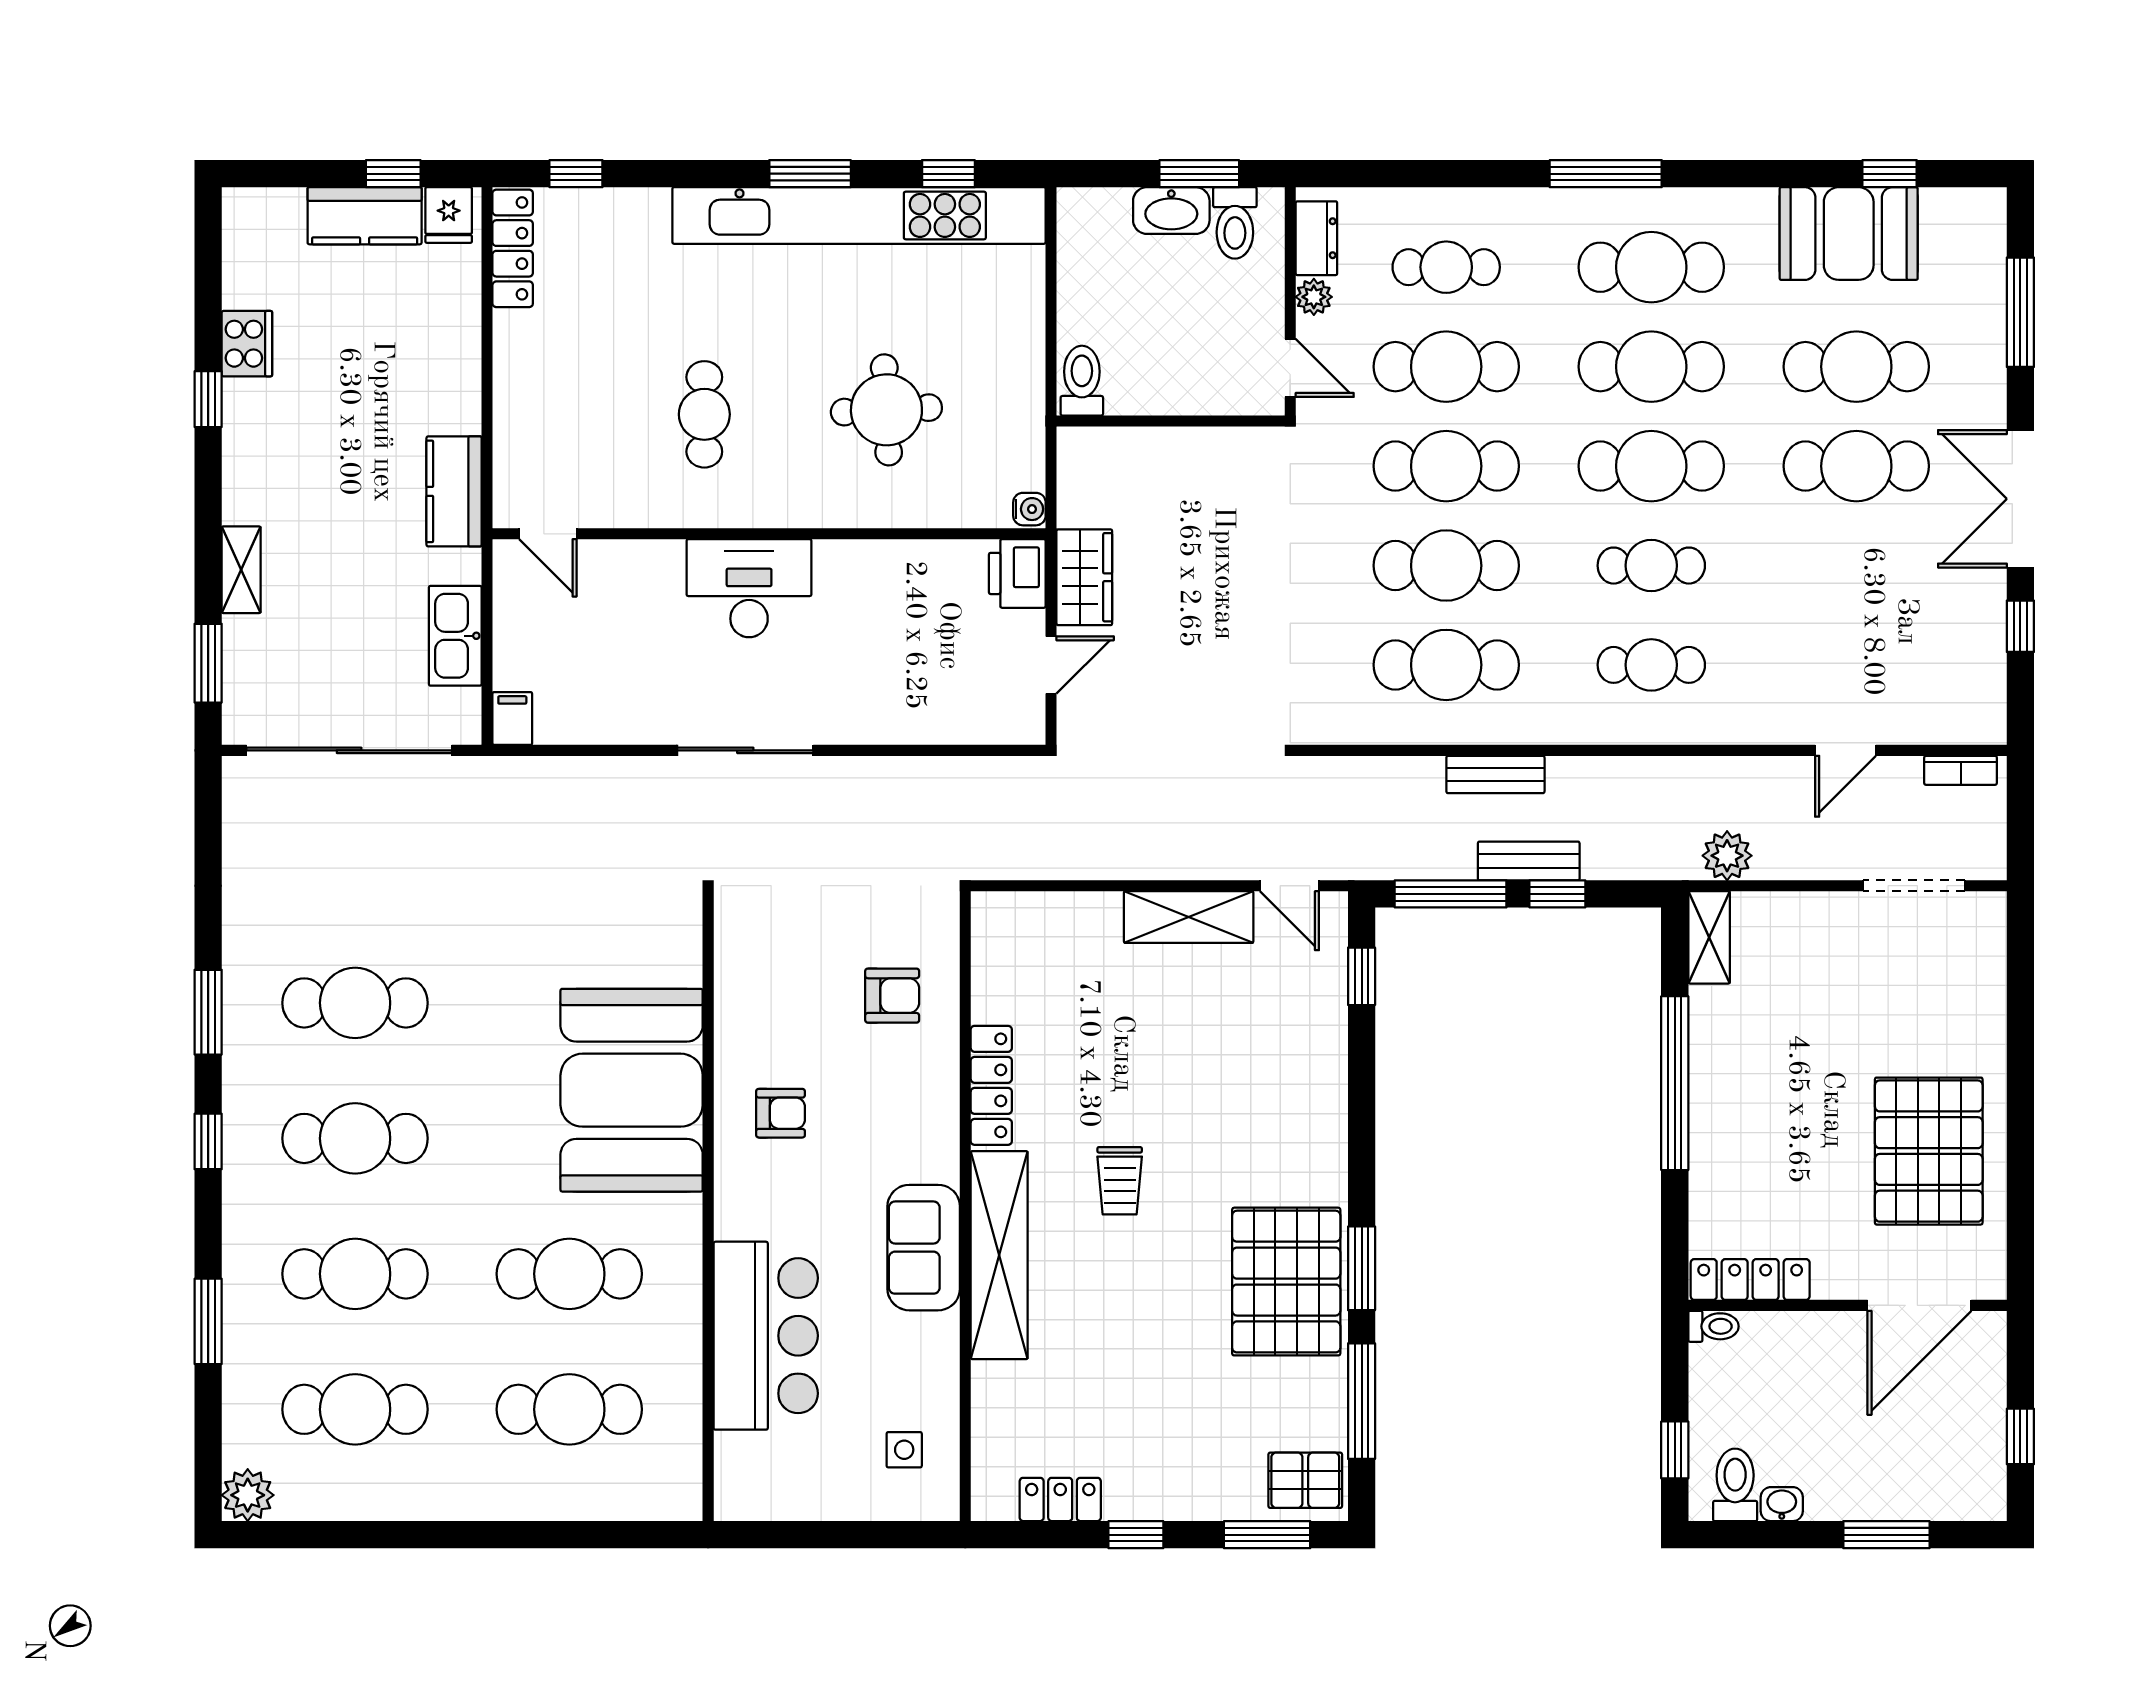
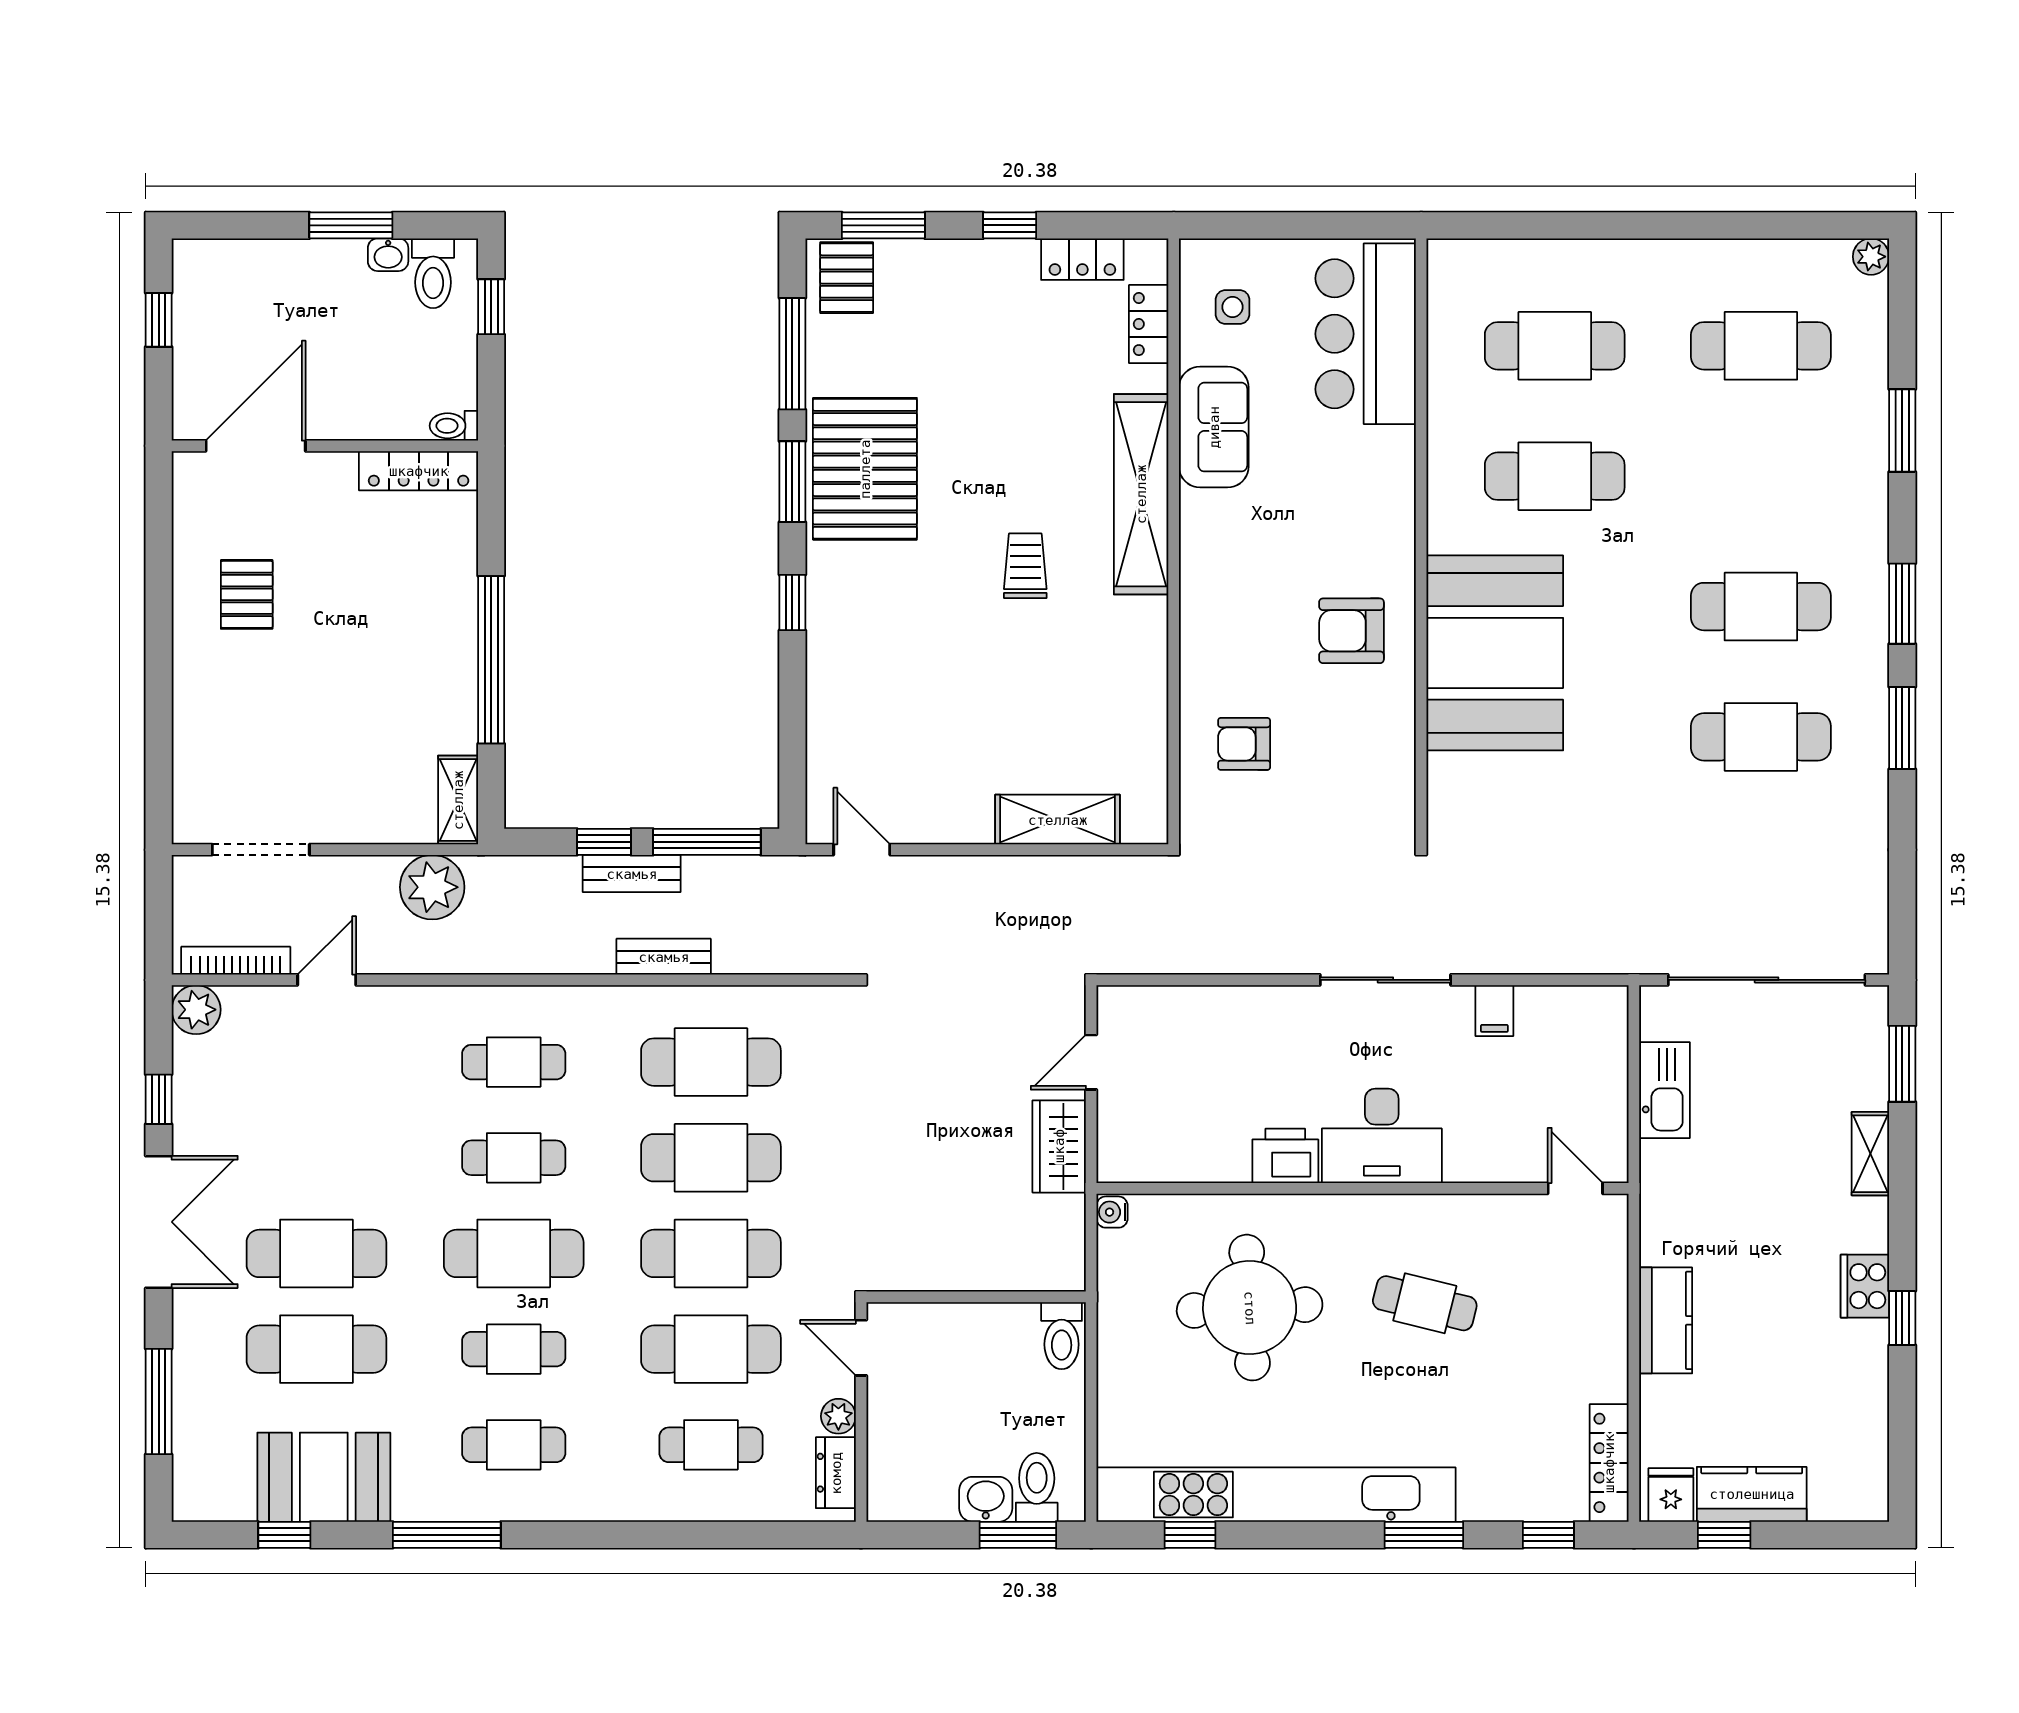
window: (810, 174) -> (1424, 1535), moved
window: (1199, 174) -> (1018, 1535), moved
window: (1606, 174) -> (447, 1535), moved
washbasin: (1171, 211) -> (986, 1499), width x0.72
toilet: (1235, 223) -> (1037, 1487), moved
cafe table: (1651, 267) -> (514, 1445), width x0.73, depth x0.74
cooker: (247, 344) -> (1865, 1286), moved
cafe table: (1651, 367) -> (514, 1349), width x0.73, depth x0.74
round table: (886, 410) -> (1250, 1308), width x1.36, depth x1.36
cafe table: (704, 414) -> (1425, 1303), turned -76
kitchen counter: (454, 491) -> (1666, 1320), moved
printer: (1017, 573) -> (1285, 1156), moved, turned -90
filing cabinet: (512, 718) -> (1494, 1011), moved
plant: (1981, 719) -> (196, 1010), added
bookcase: (1961, 770) -> (236, 961), width x1.56
plant: (1727, 856) -> (432, 887), width x1.36, depth x1.36
shelving: (1189, 917) -> (1058, 820), moved
window: (1362, 976) -> (792, 602), moved
locker: (991, 1085) -> (1149, 324), moved, width x0.66
armchair: (781, 1113) -> (1351, 631), width x1.38, depth x1.38
window: (208, 1141) -> (1902, 604), width x1.50
pallet: (1929, 1151) -> (247, 594), width x0.49, depth x0.50
sofa: (924, 1248) -> (1214, 427), moved
cafe table: (355, 1274) -> (1761, 476), removed
bar counter: (766, 1336) -> (1366, 334), moved
pallet: (1305, 1480) -> (847, 278), turned 90
plant: (248, 1495) -> (1871, 257), width x0.73, depth x0.73
window: (1886, 1535) -> (351, 225), moved

